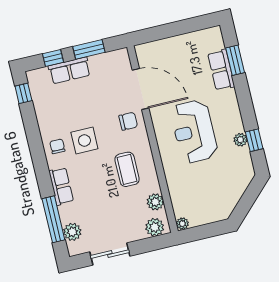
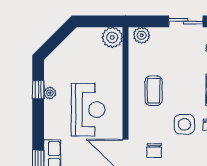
chair: (128, 121) -> (154, 151), moved, turned -90
plant: (155, 202) -> (136, 57), removed
plant: (182, 224) -> (112, 37), width x1.87, depth x1.87

